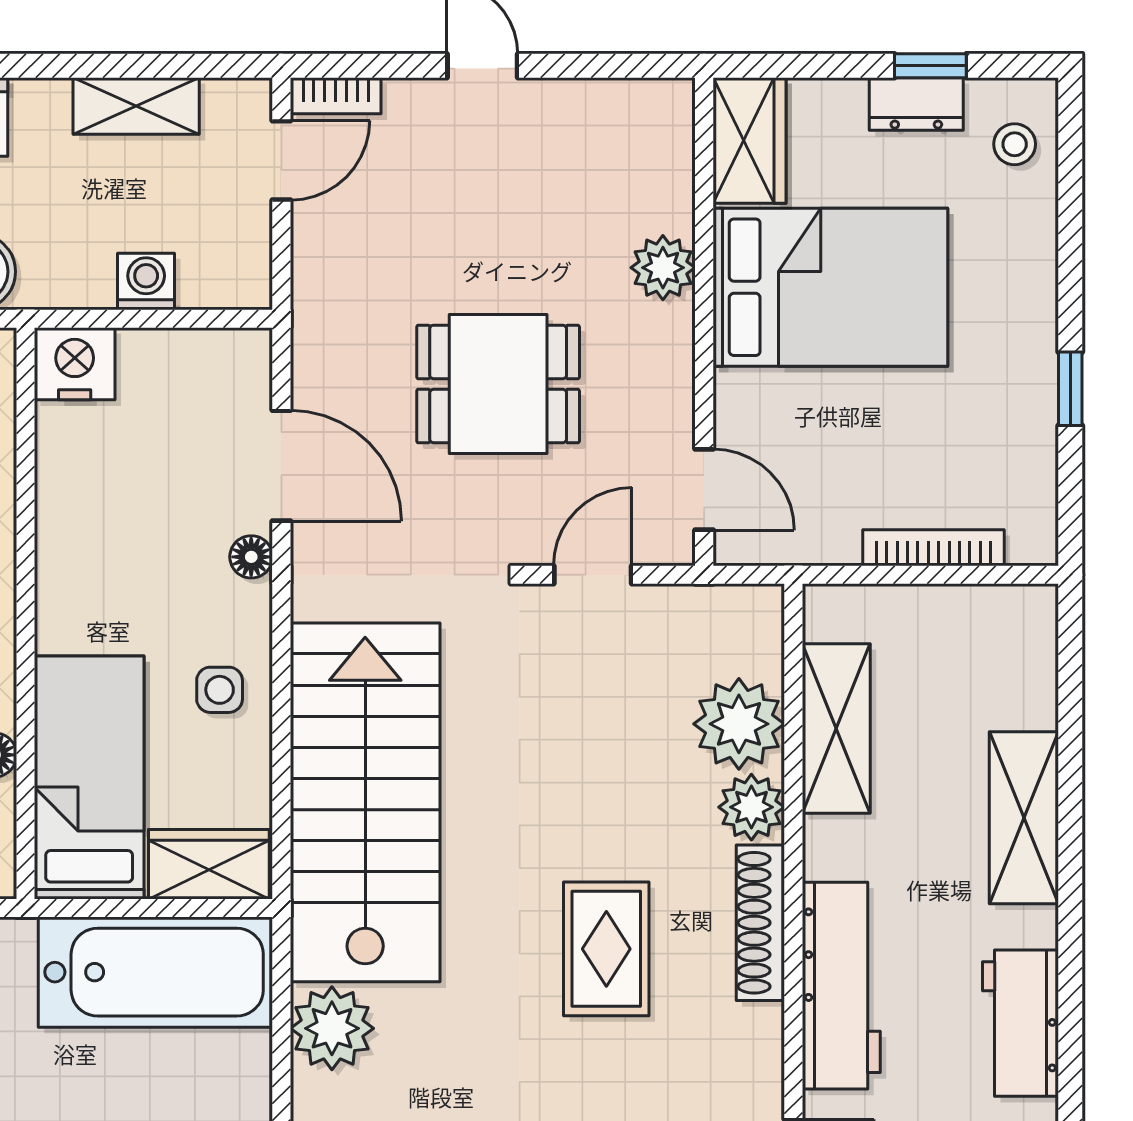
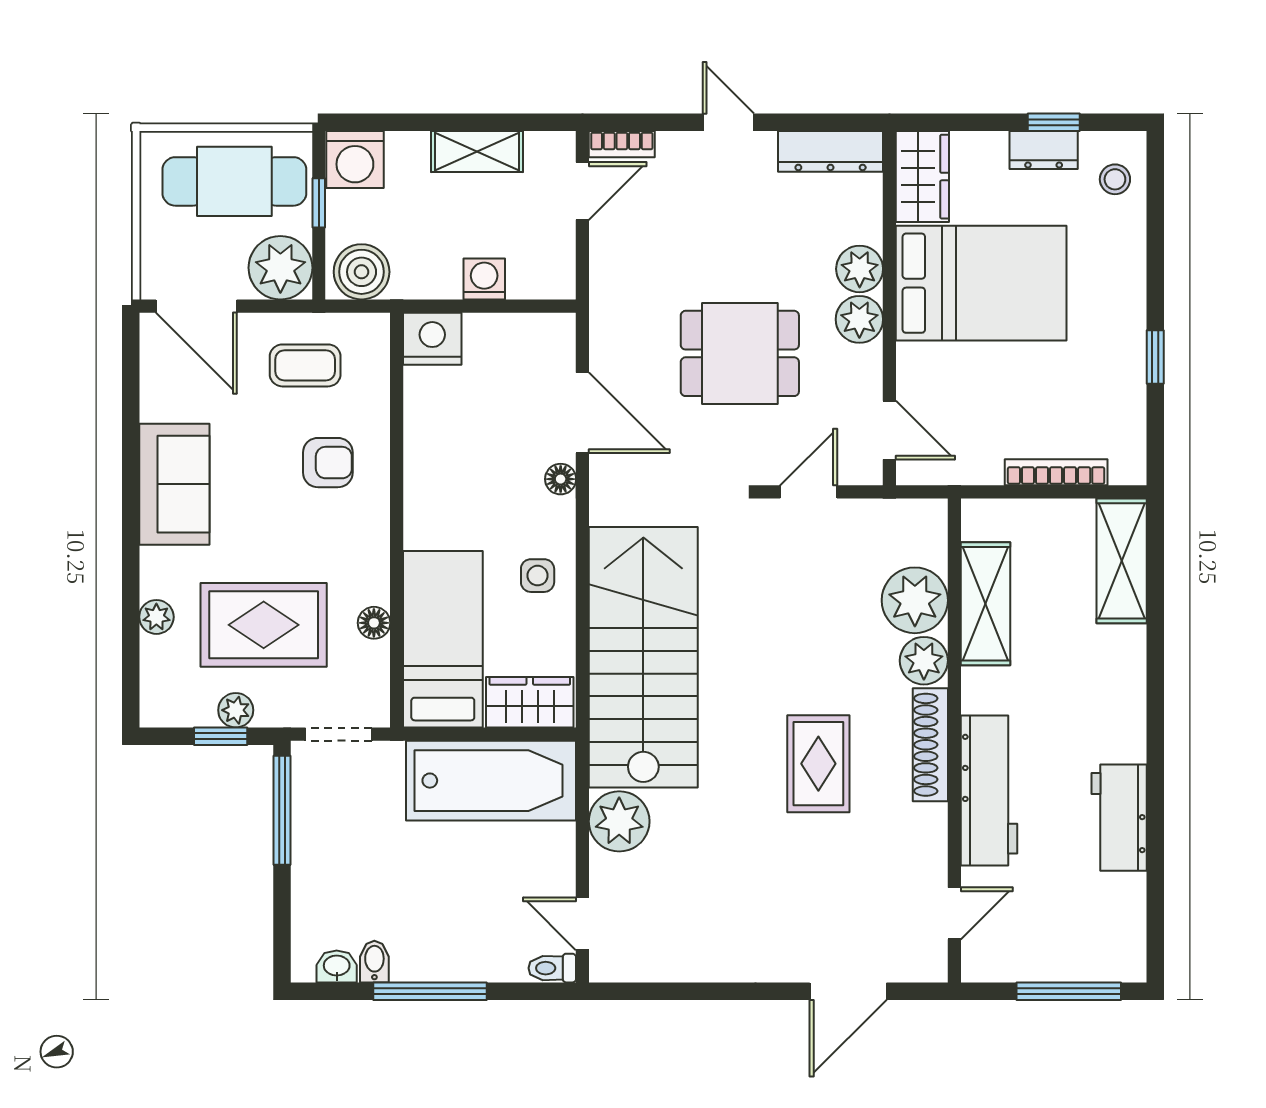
dresser: (623, 106) -> (831, 151), added
plant: (663, 337) -> (859, 319), added
shelving: (1024, 818) -> (1122, 561), moved

